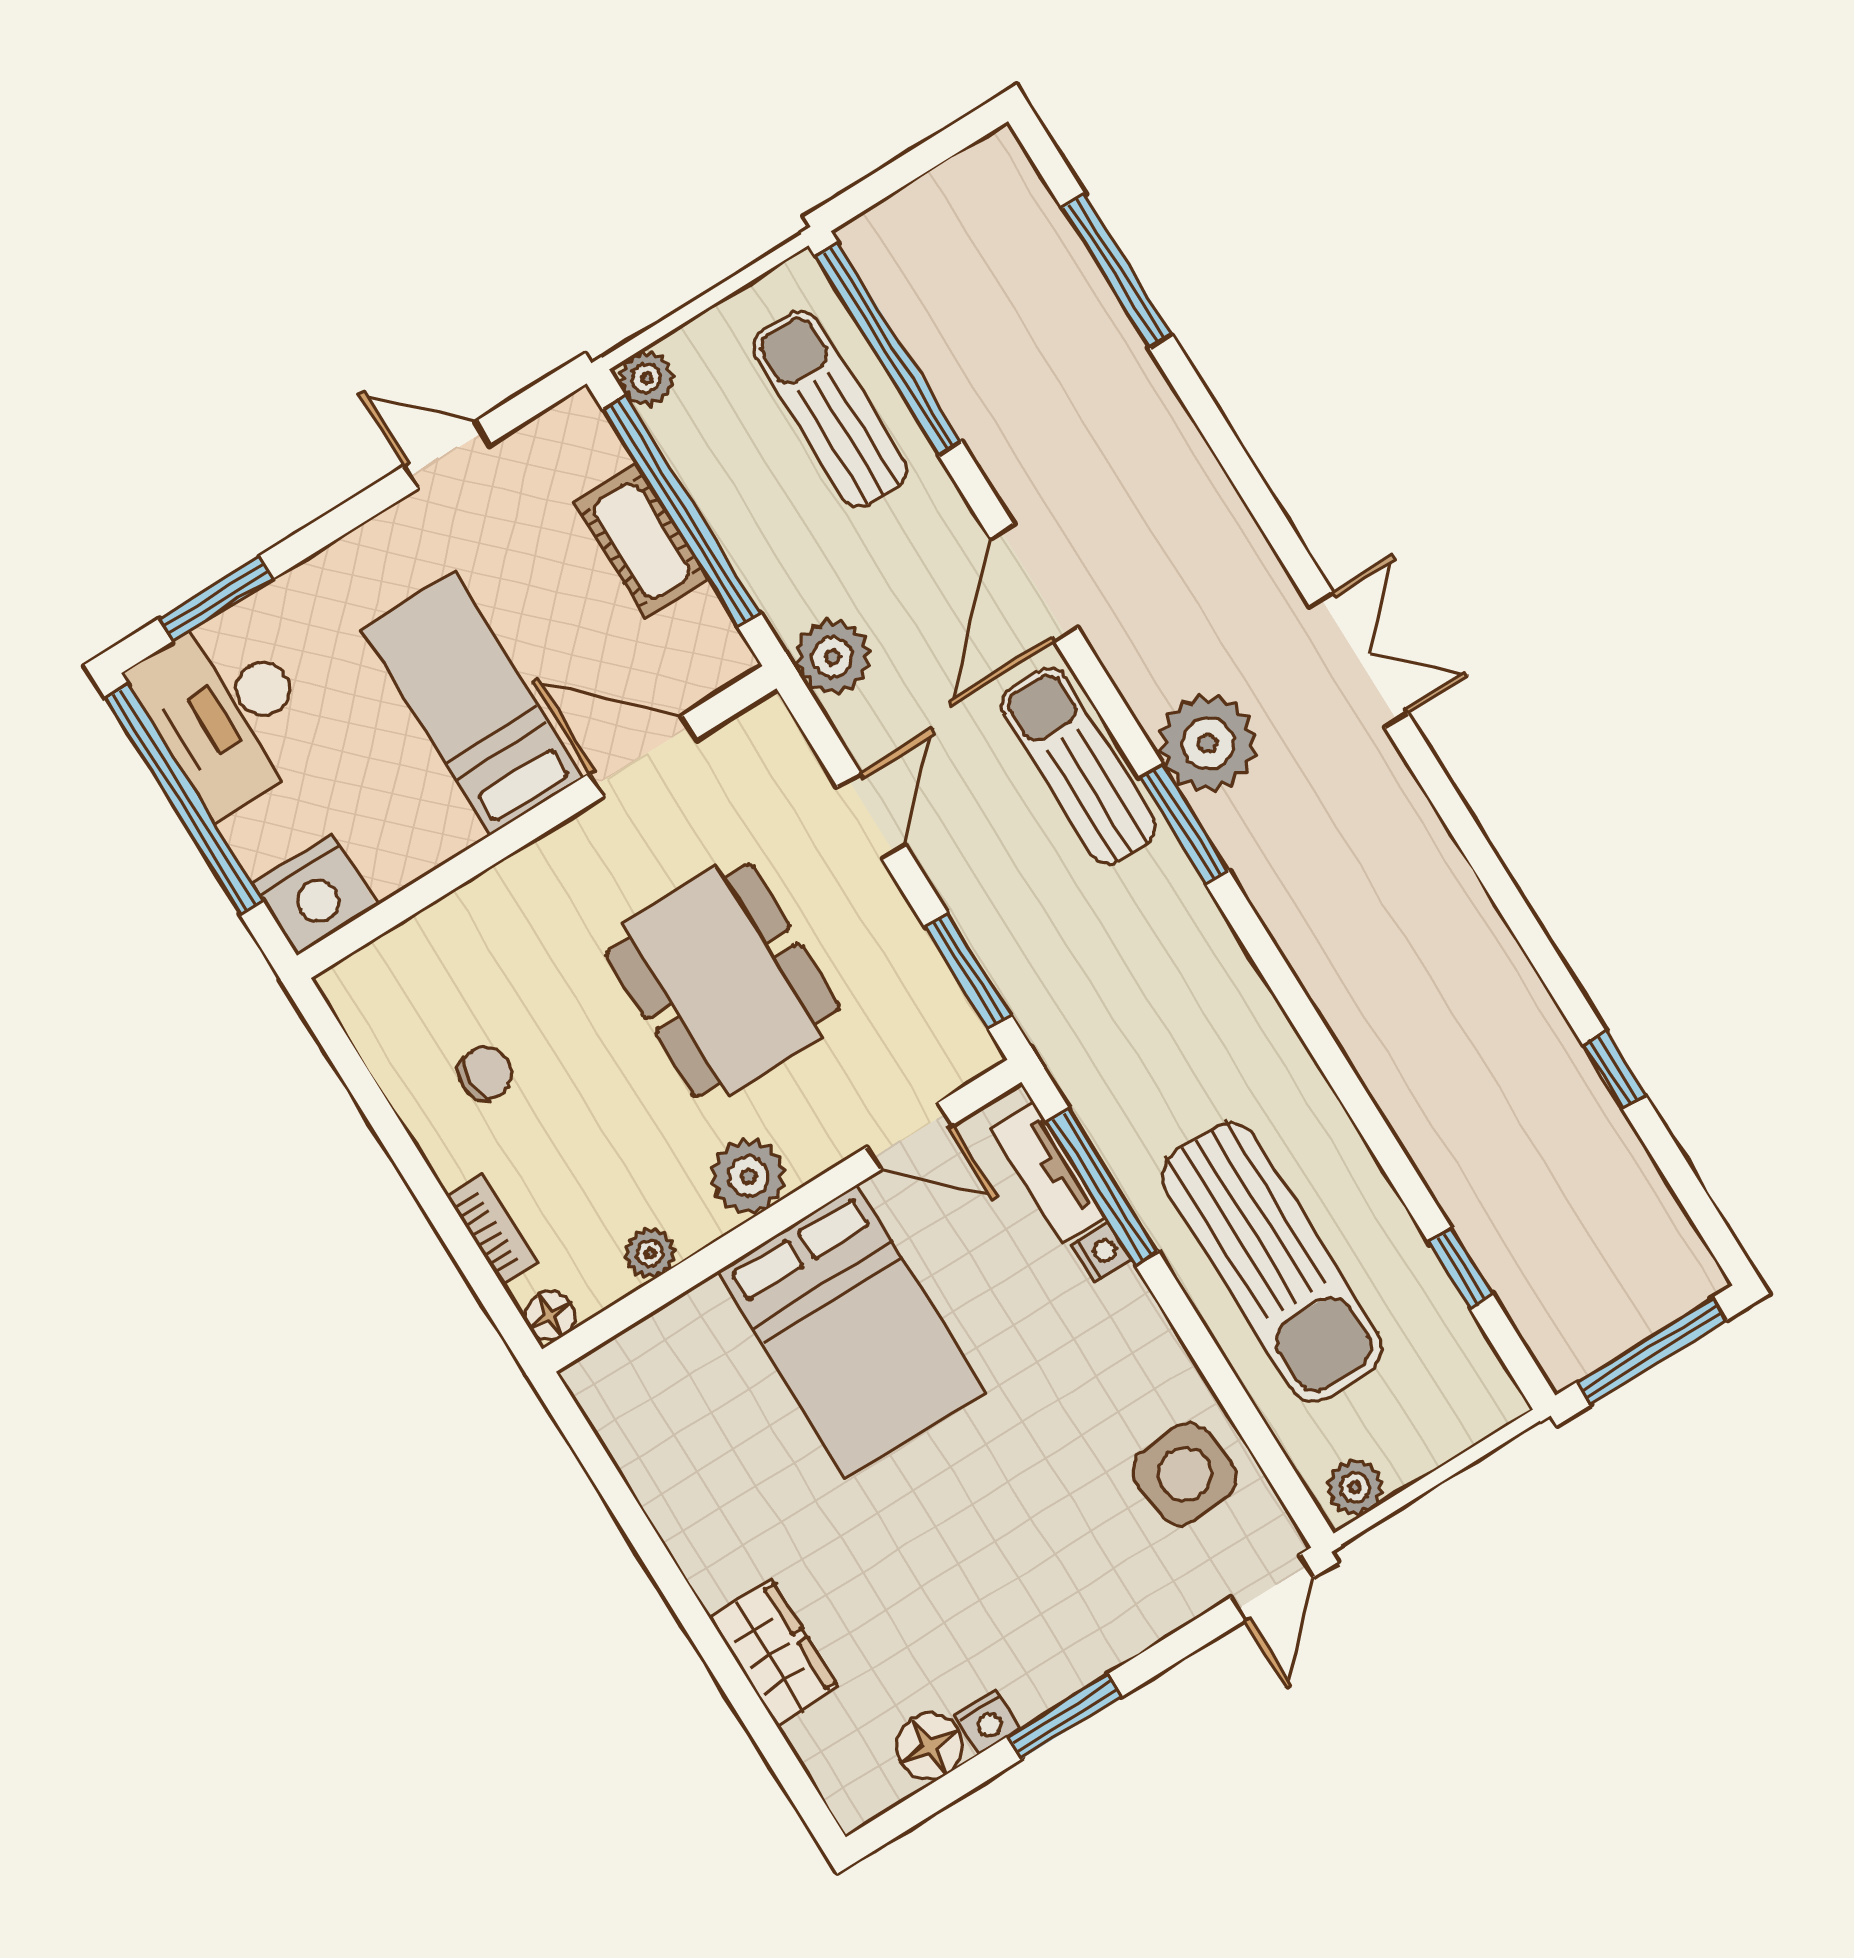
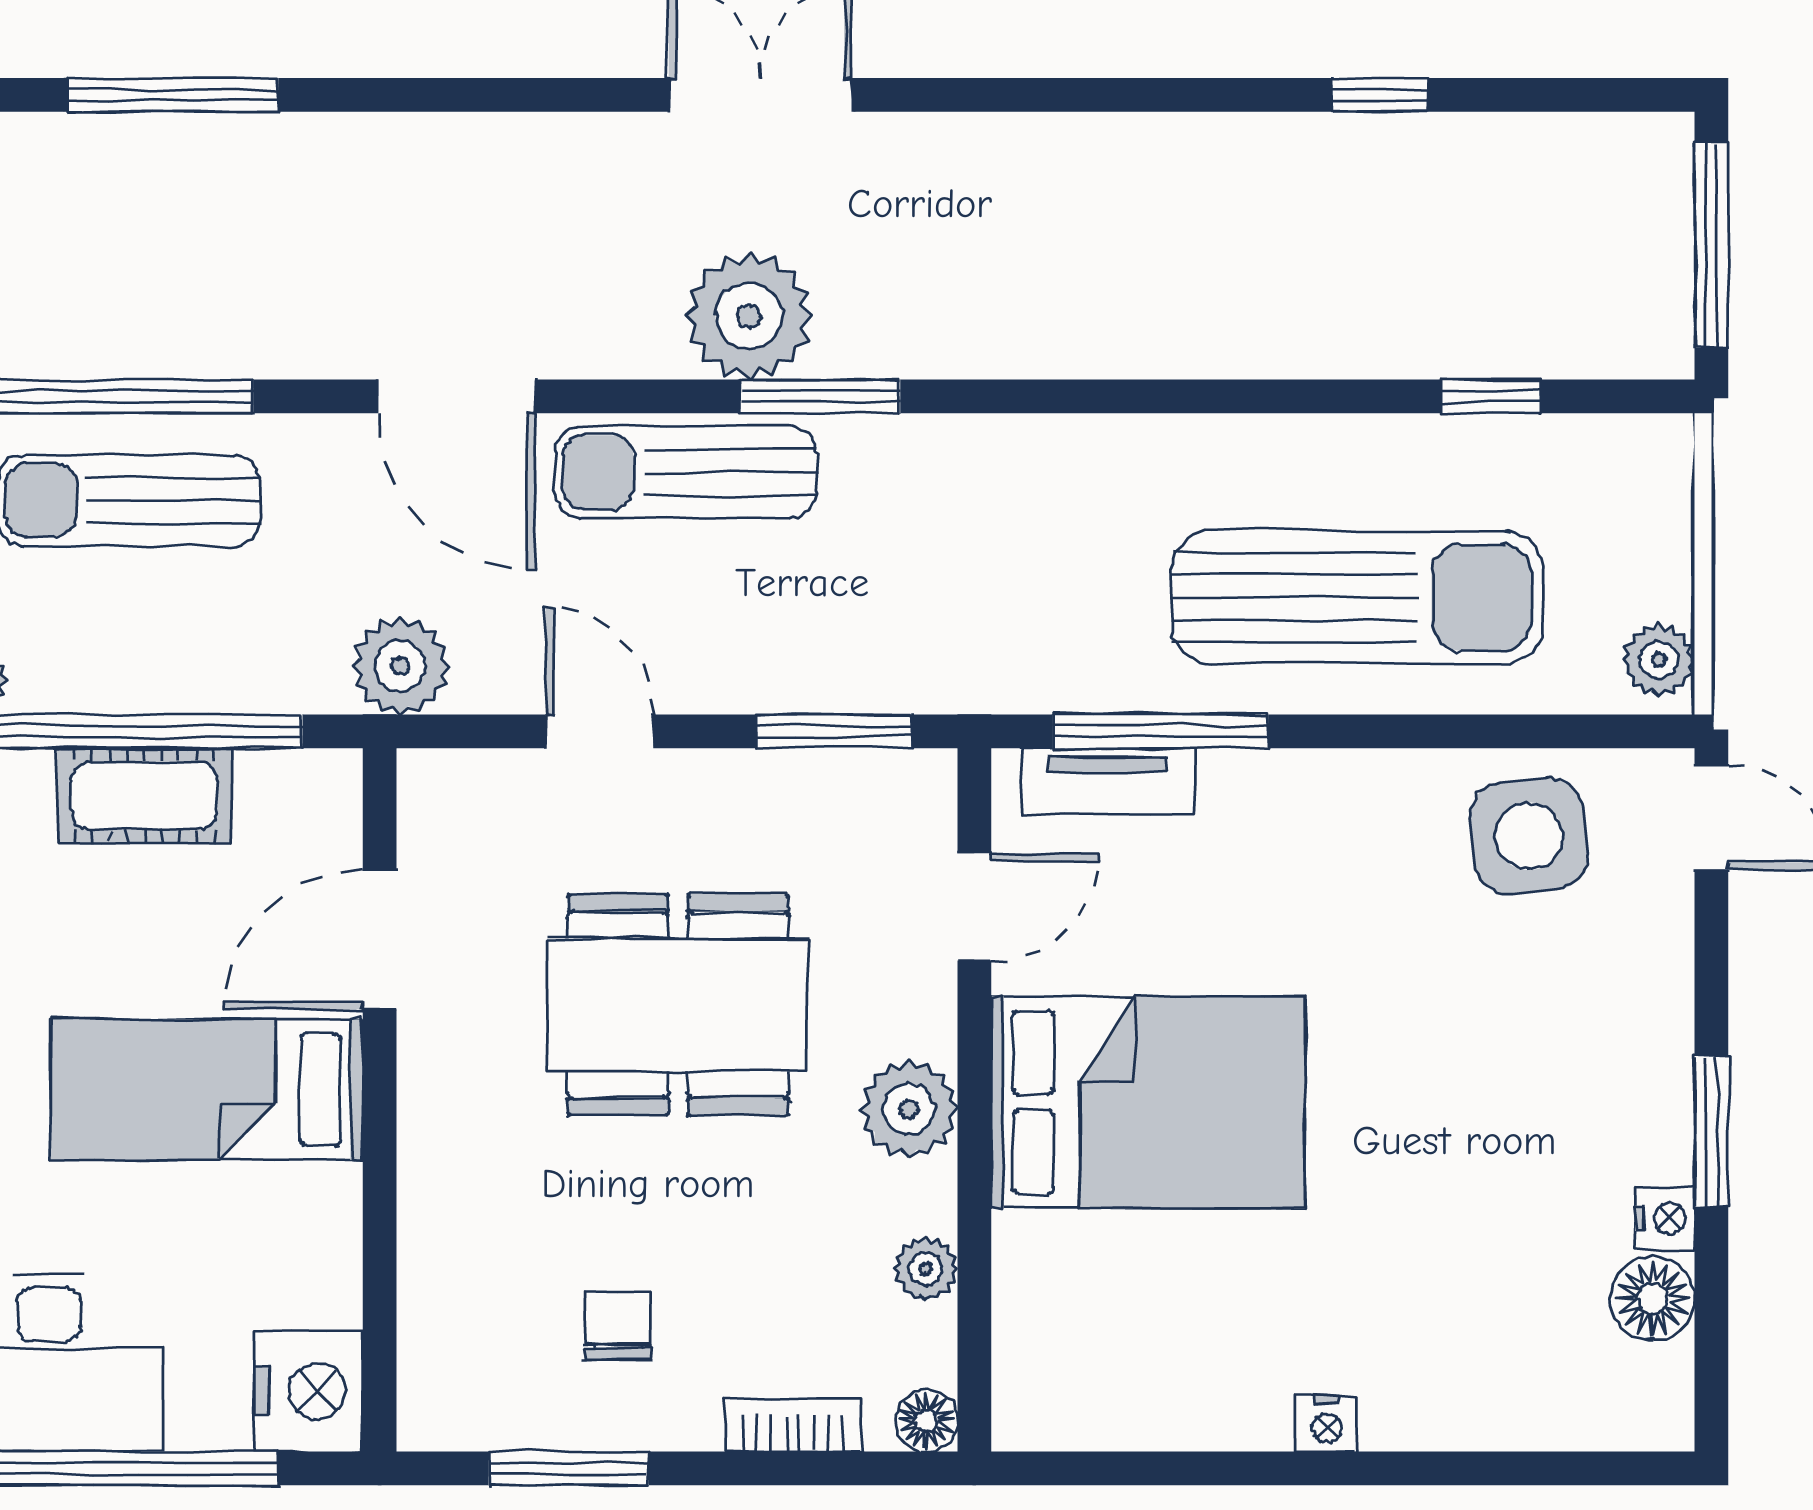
window: (371, 1099) -> (569, 1468), added
nightstand: (1102, 1252) -> (1326, 1424), moved, turned 180
wardrobe: (774, 1652) -> (1444, 1404), removed

